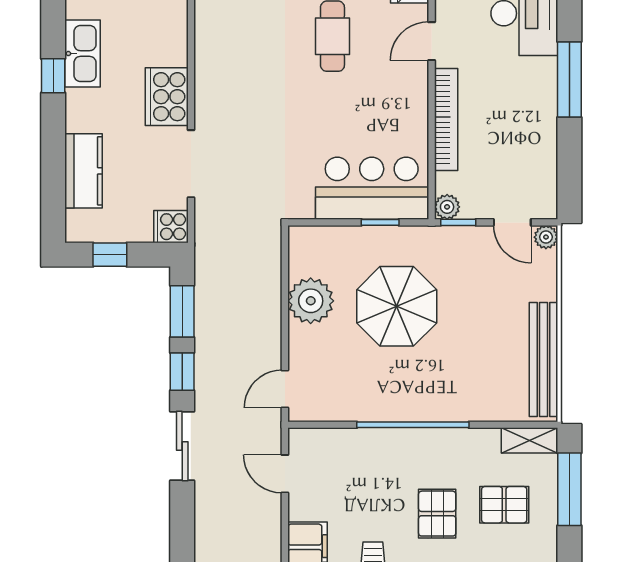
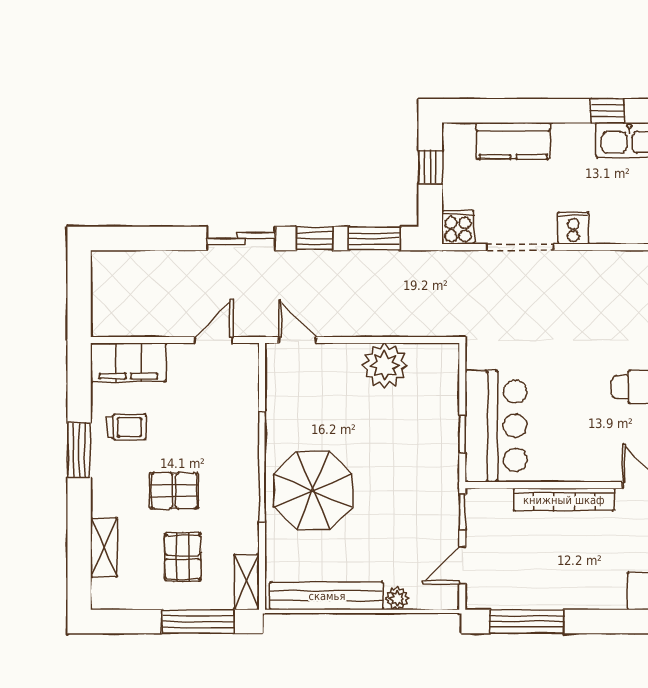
window: (569, 80) -> (527, 622), moved
cooker: (167, 97) -> (573, 228), width x0.53, depth x0.76
plant: (447, 207) -> (478, 500), removed
plant: (546, 237) -> (397, 598), moved
parasol: (397, 306) -> (313, 490), moved

